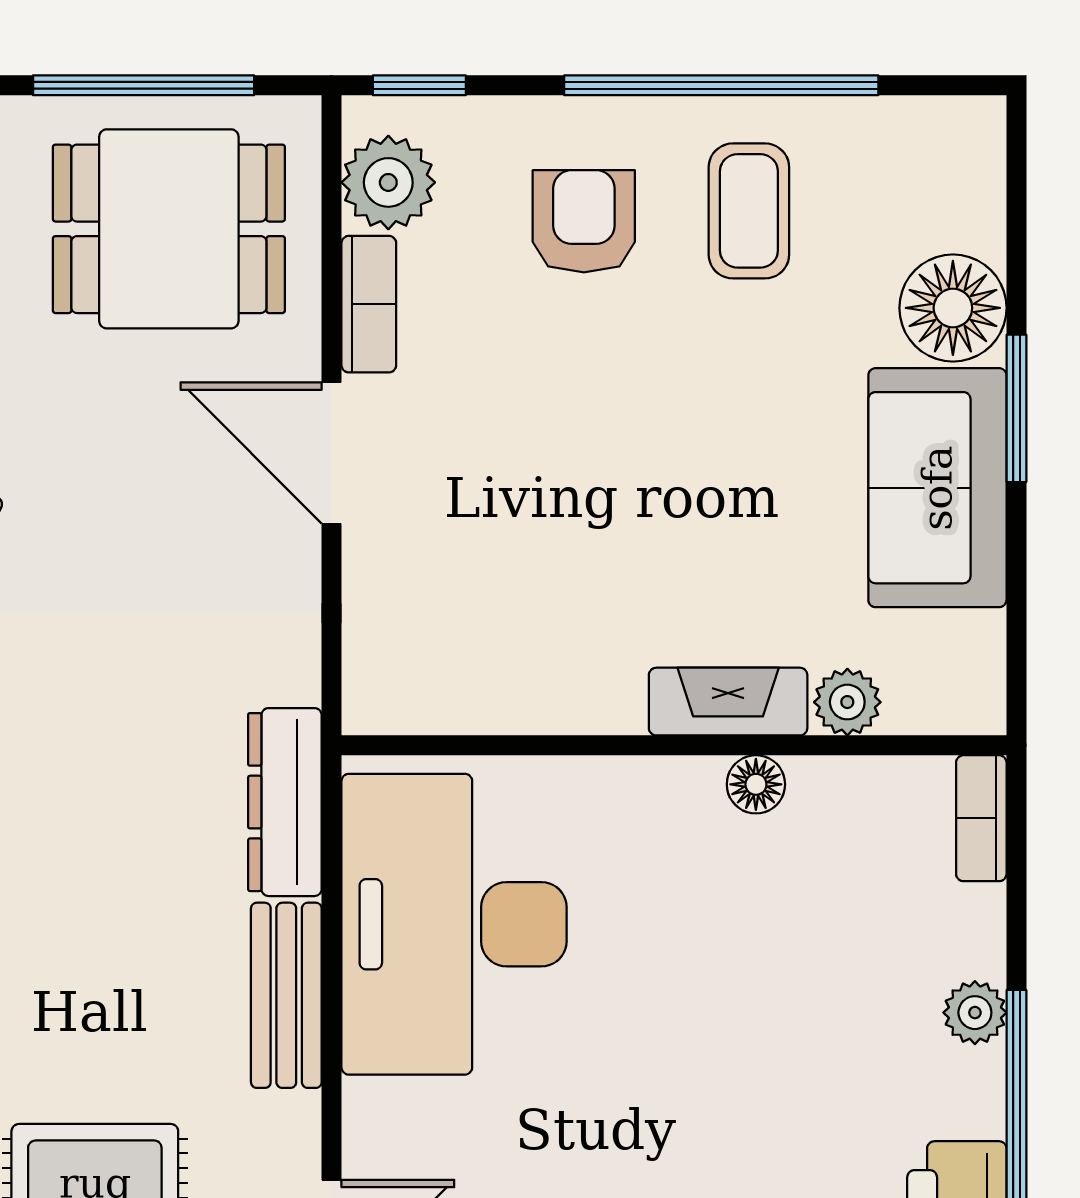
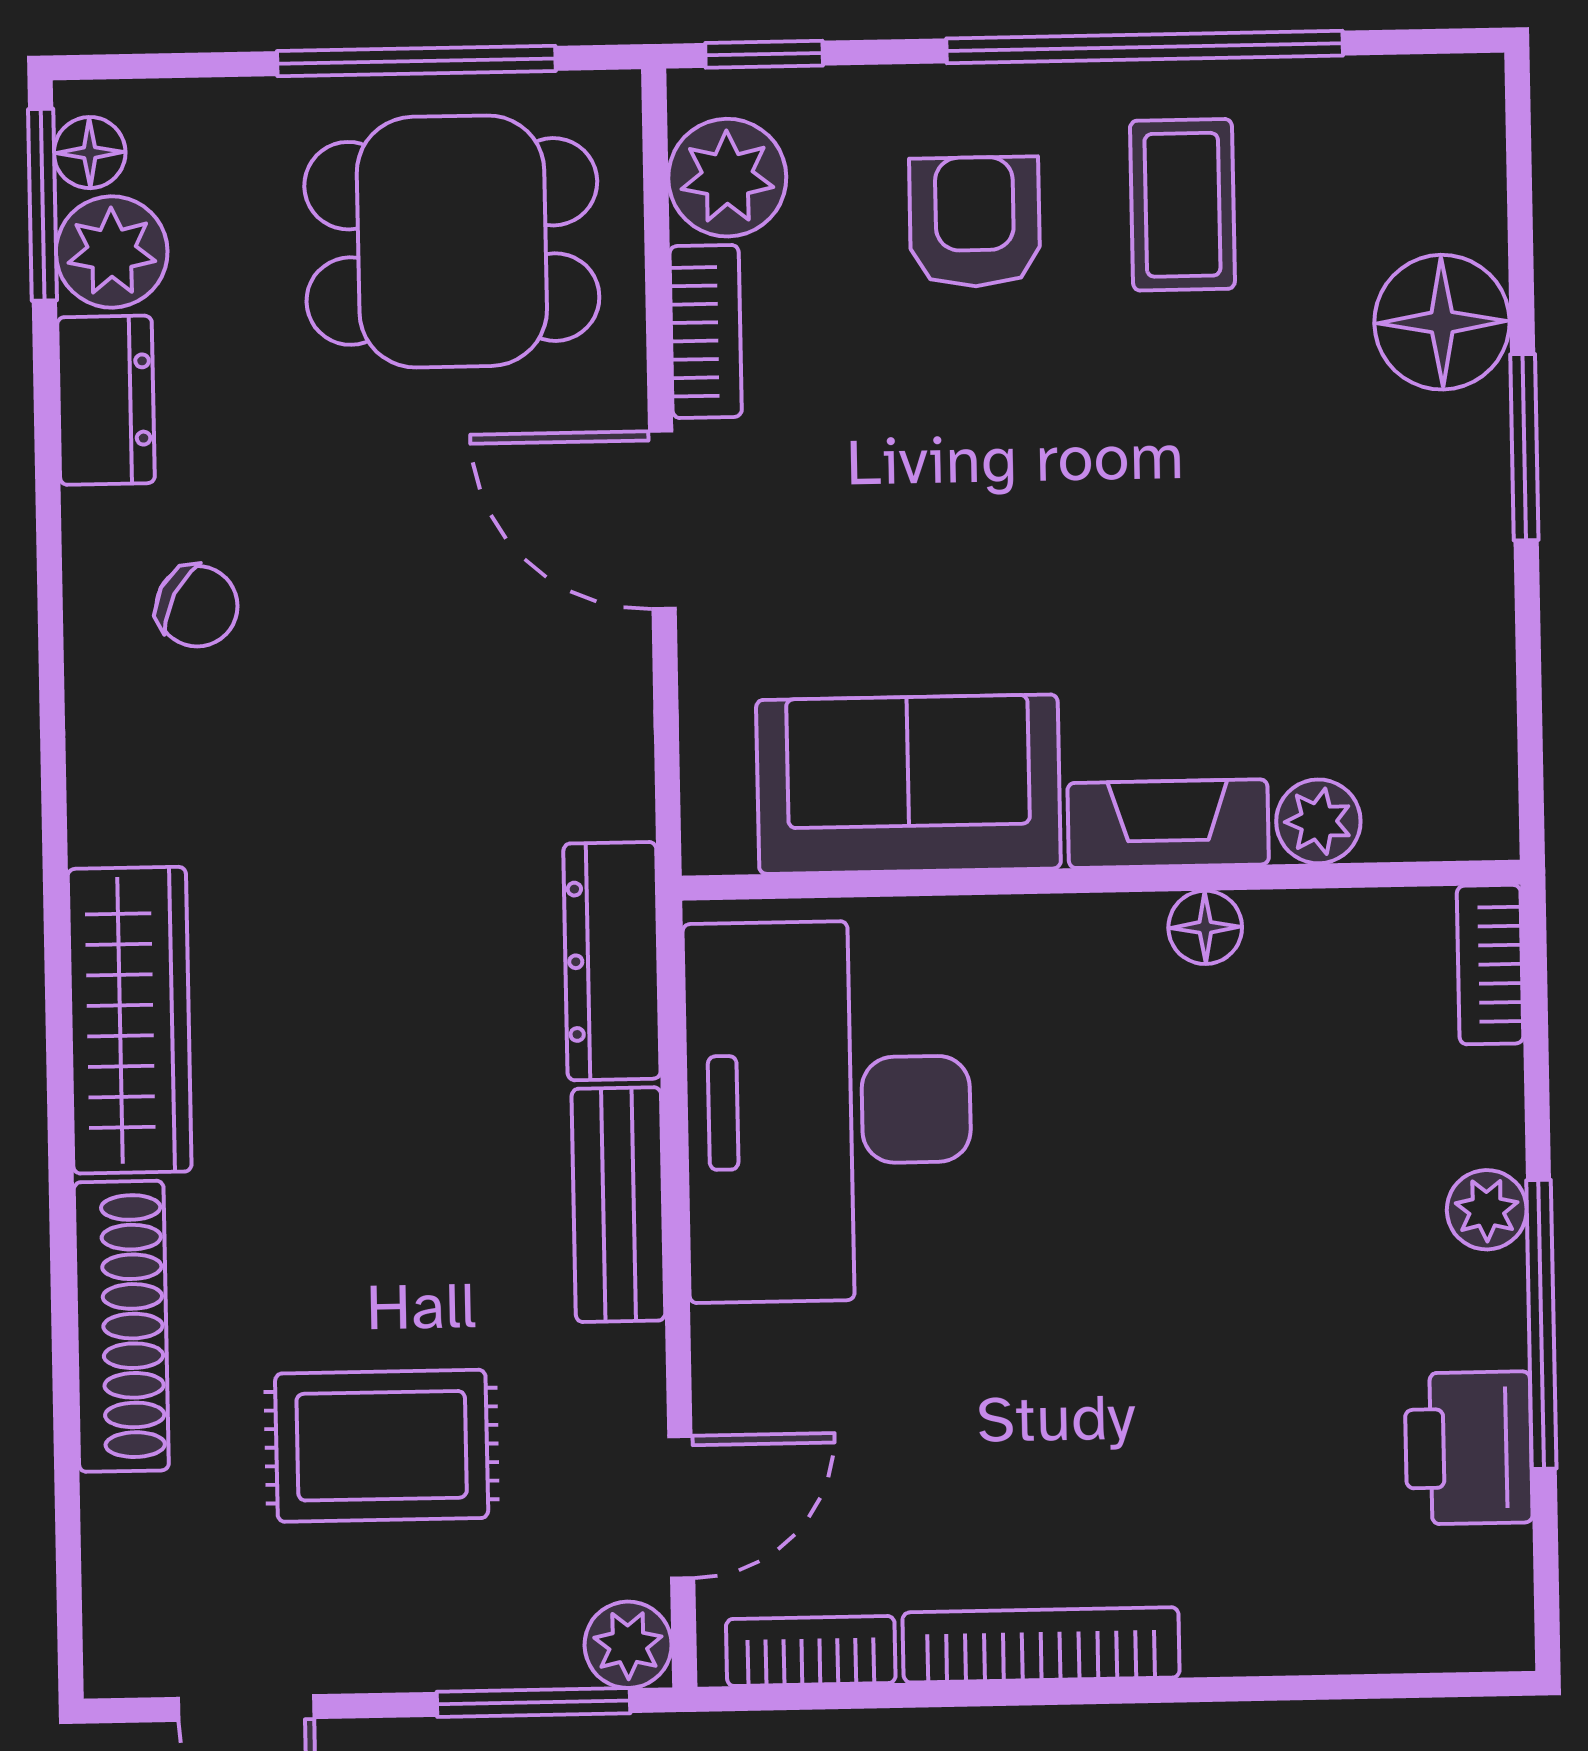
sofa: (937, 488) -> (908, 784), moved, turned 90

